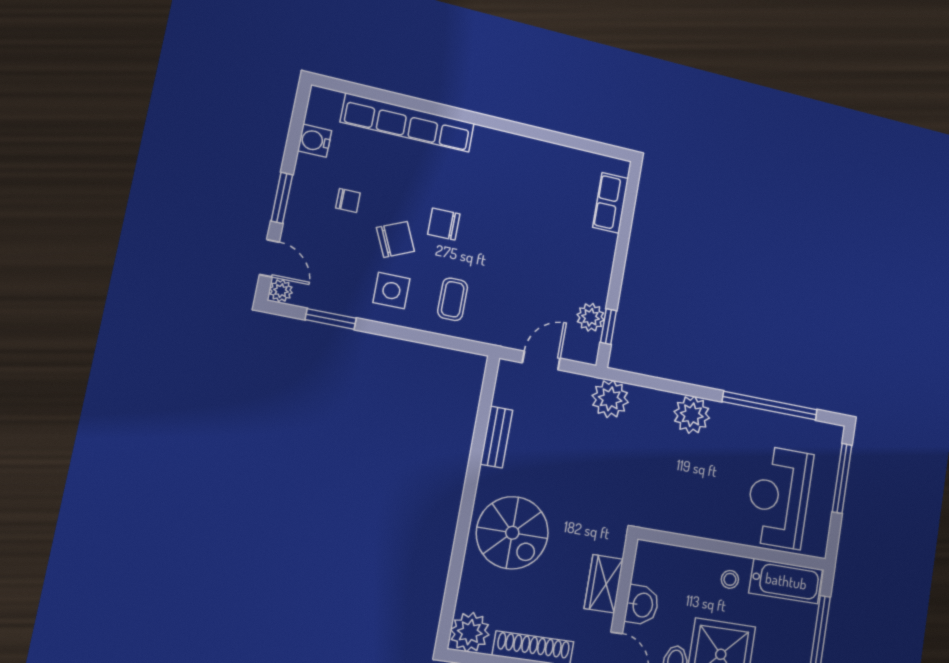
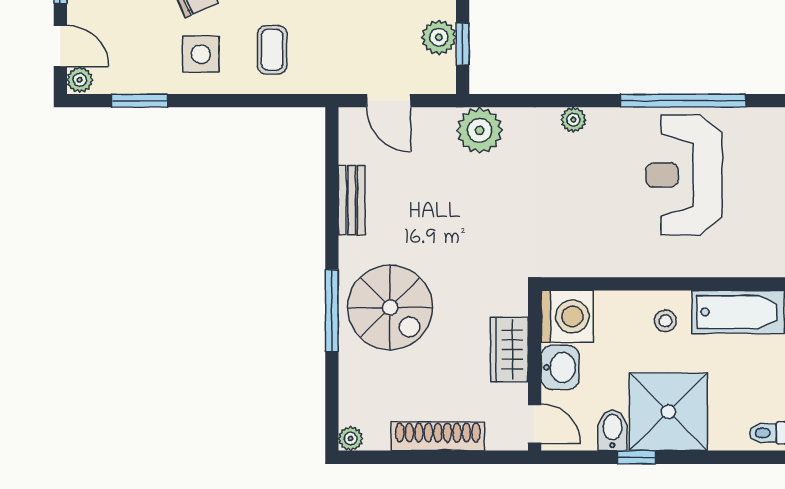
door: (541, 361) -> (389, 101), swing flipped
plant: (692, 415) -> (573, 120), width x0.53, depth x0.53
reception desk: (779, 497) -> (684, 175), moved
window: (463, 527) -> (332, 311), added
washing machine: (654, 563) -> (567, 316), added
plant: (470, 632) -> (351, 439), width x0.53, depth x0.53

